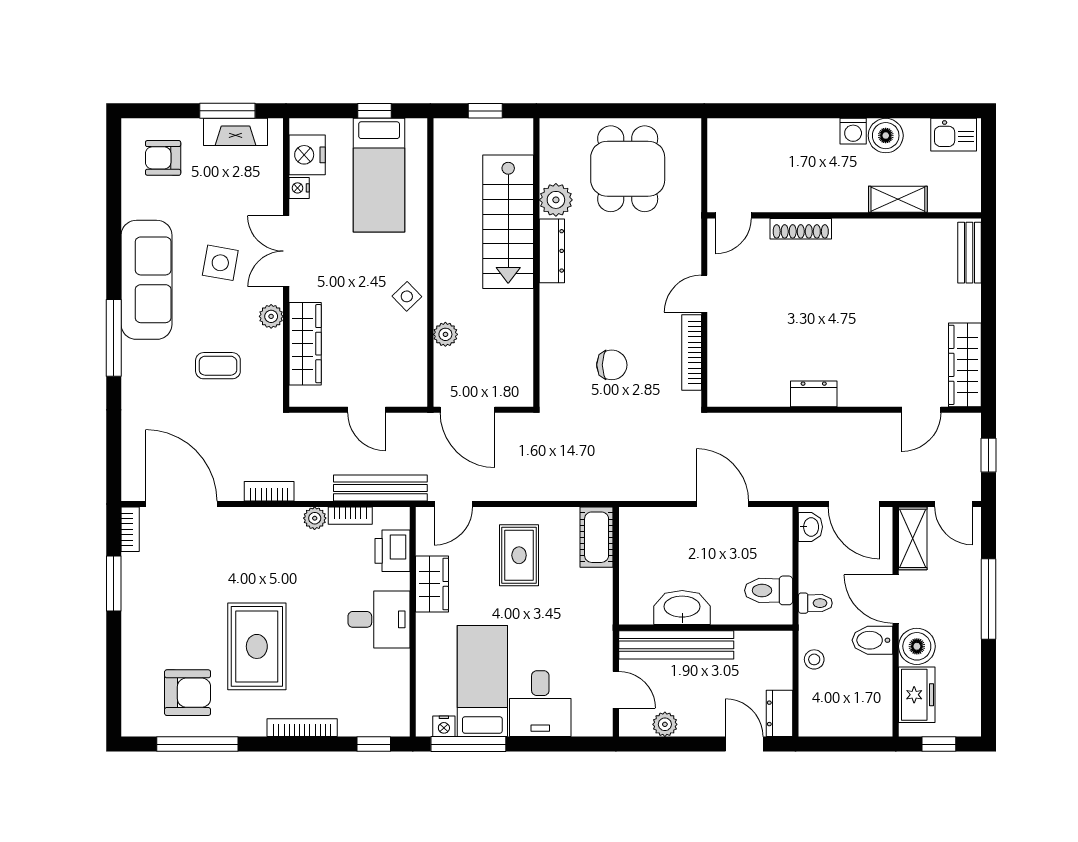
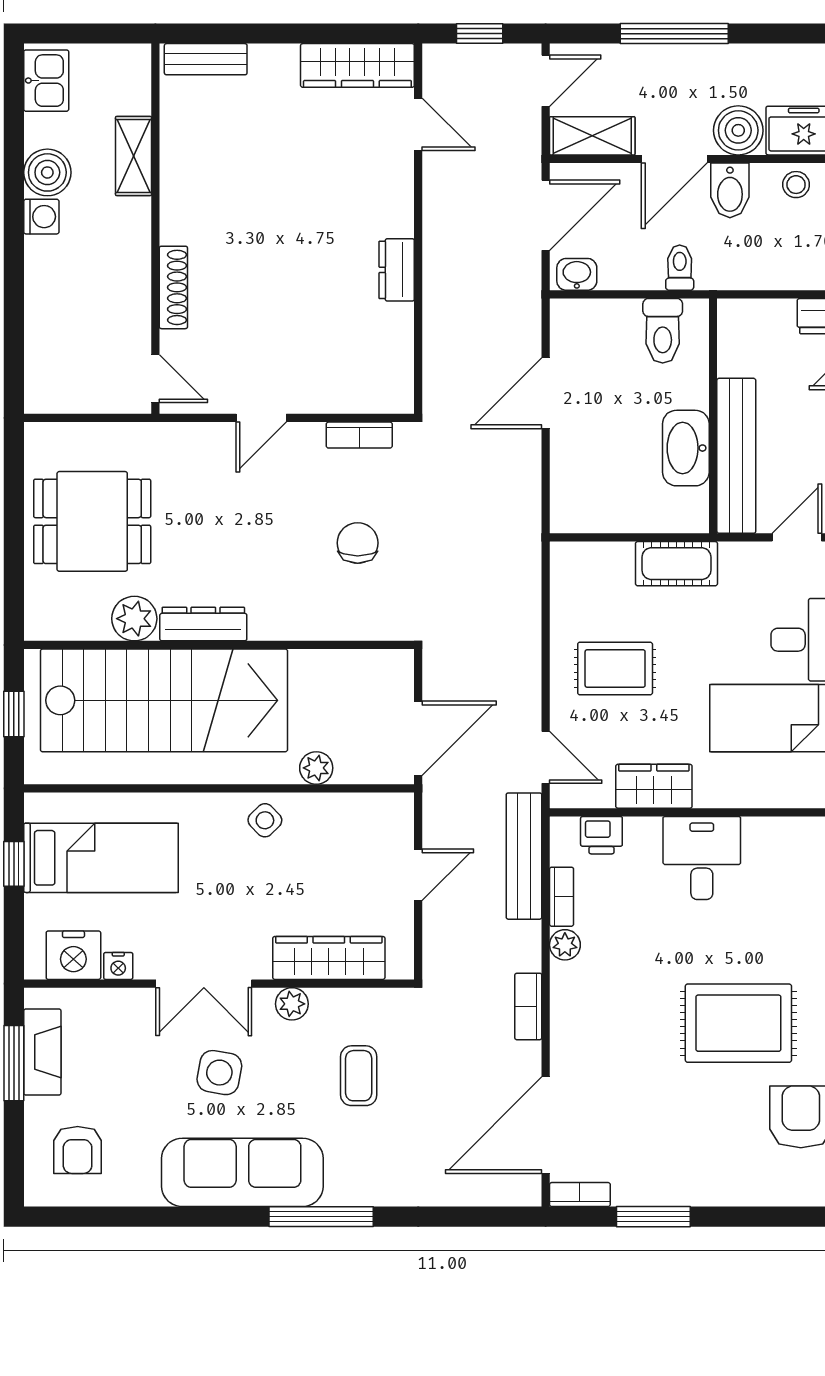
stairs: (508, 222) -> (164, 700), width x1.36, depth x1.51
door: (704, 294) -> (261, 418), hinge flipped
bookcase: (692, 353) -> (359, 435), width x0.64
cot: (597, 537) -> (676, 564), moved
printer: (392, 551) -> (601, 835), width x0.73, depth x0.81
stool: (814, 659) -> (796, 185), moved

